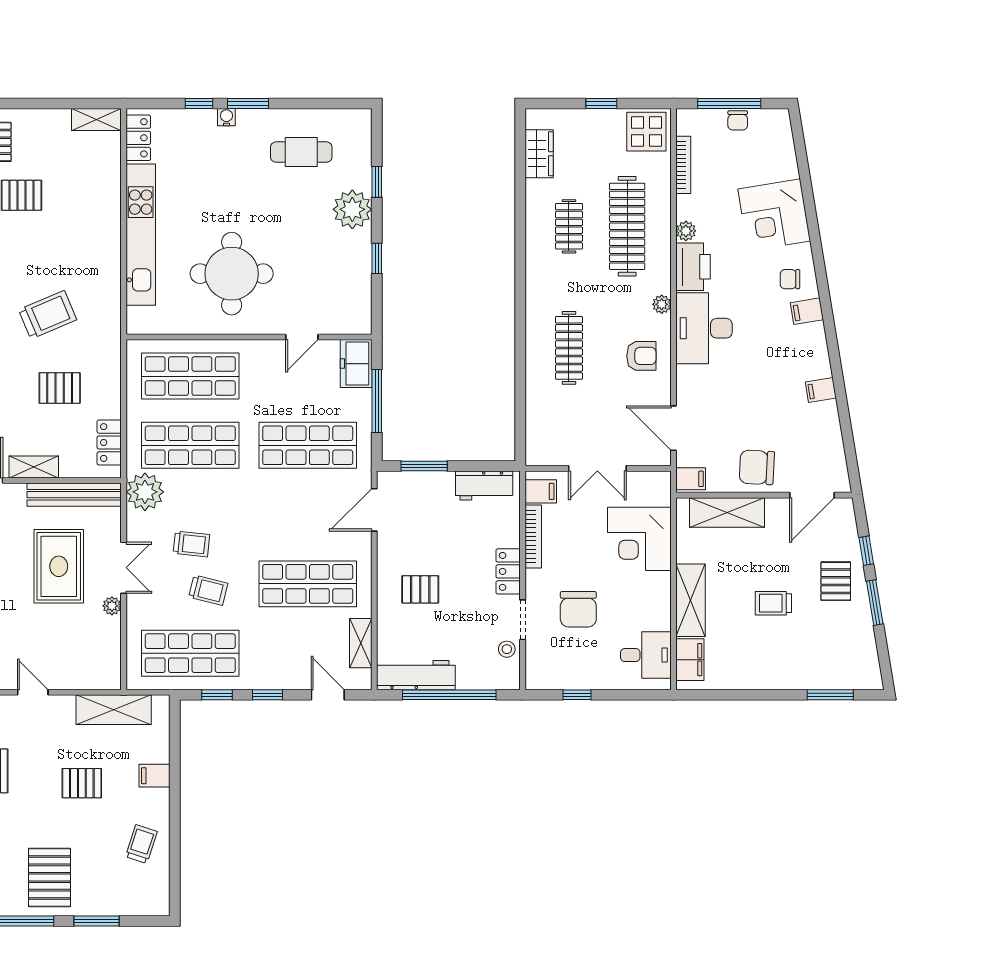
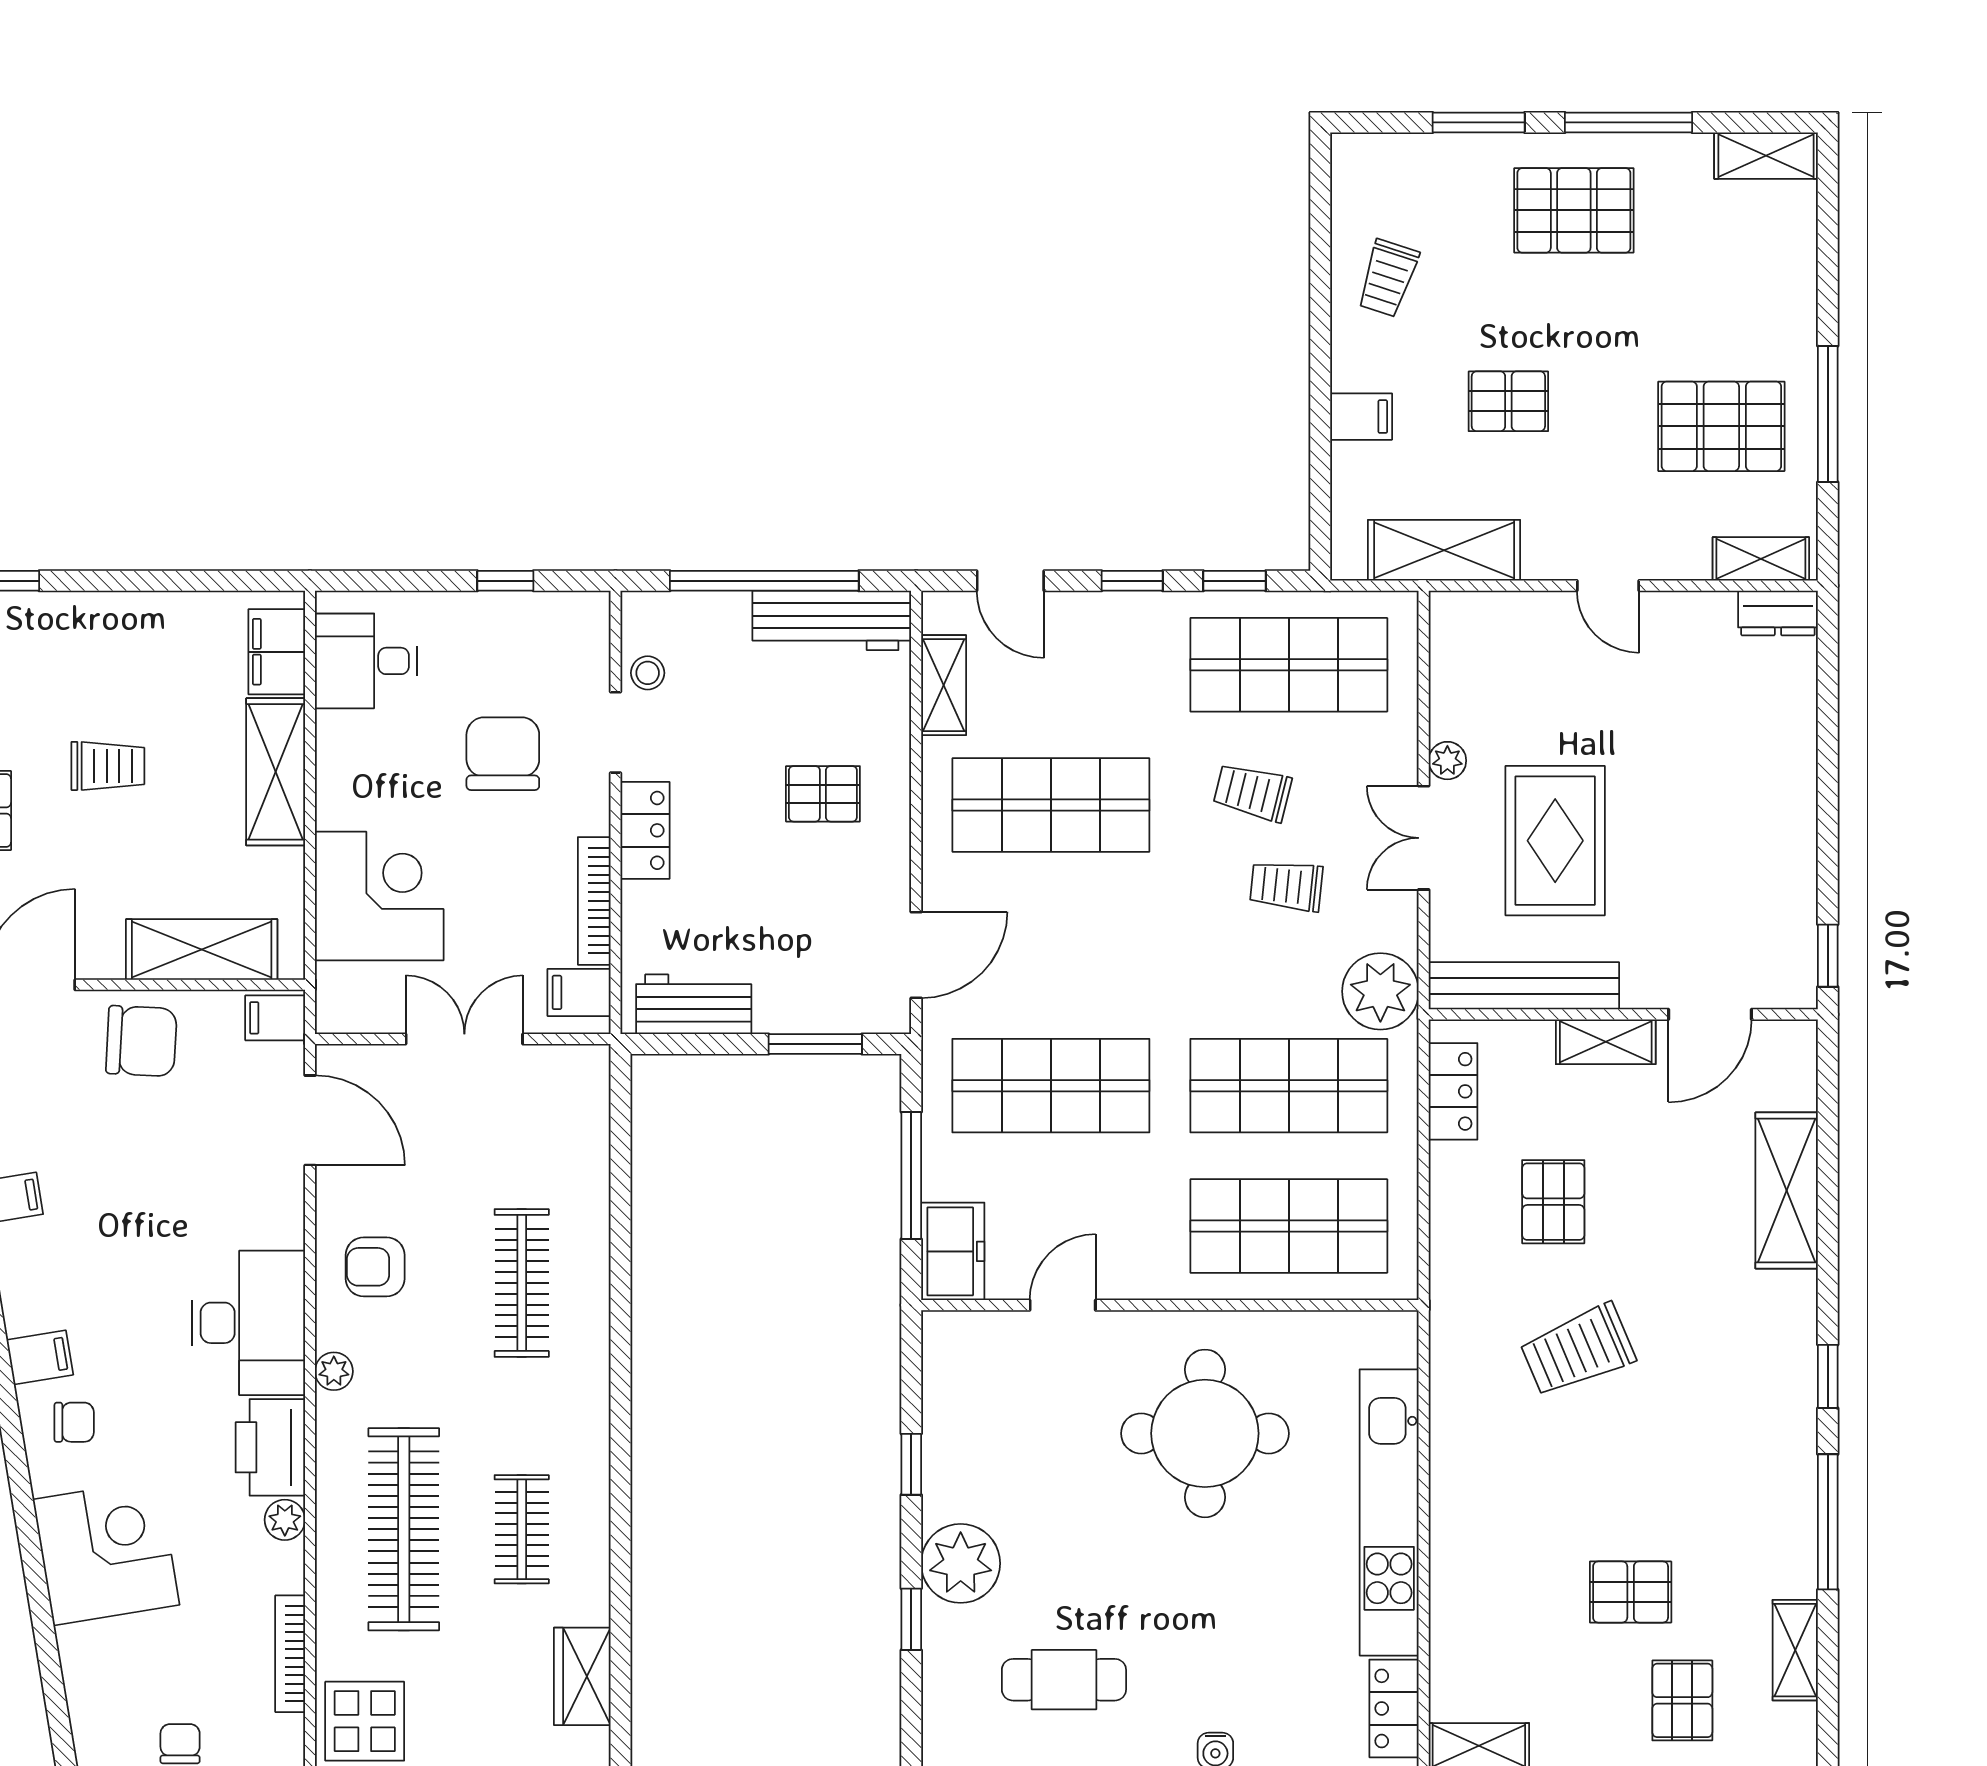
pallet: (60, 388) -> (1553, 1202), turned 90
pallet: (49, 877) -> (1574, 210), turned 90

